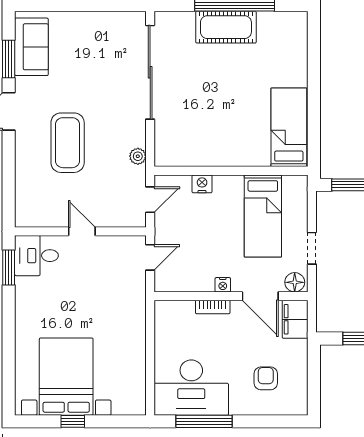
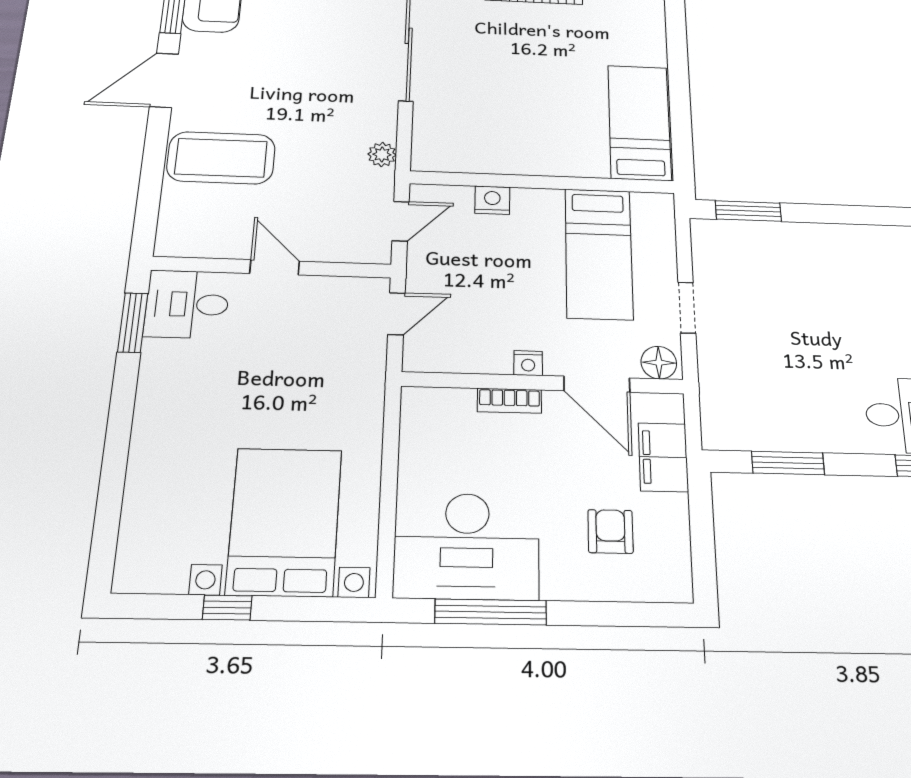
coffee table: (68, 143) -> (221, 158), moved, turned 90
filing cabinet: (295, 319) -> (663, 457), moved
bed with nightstands: (66, 377) -> (284, 521), moved

